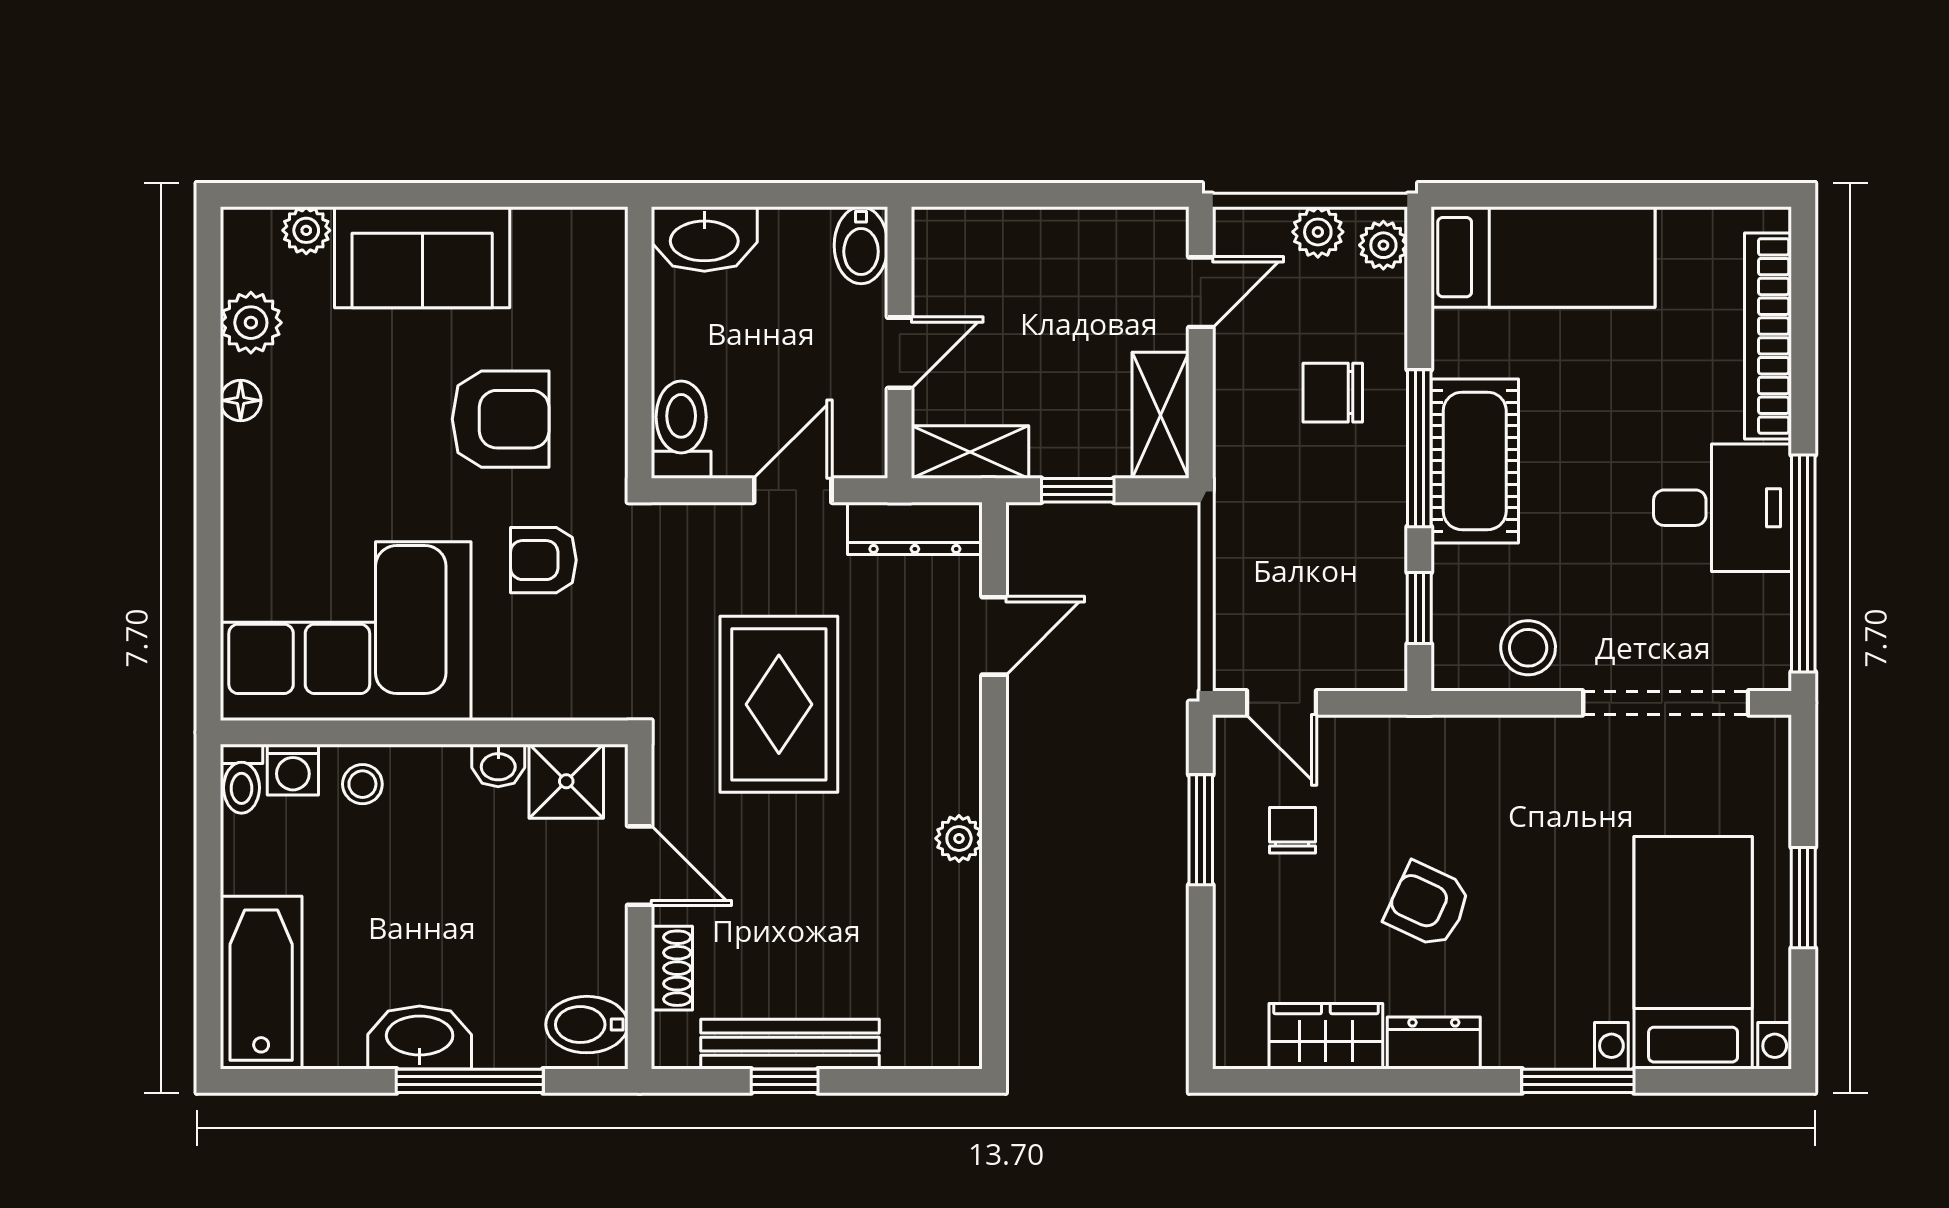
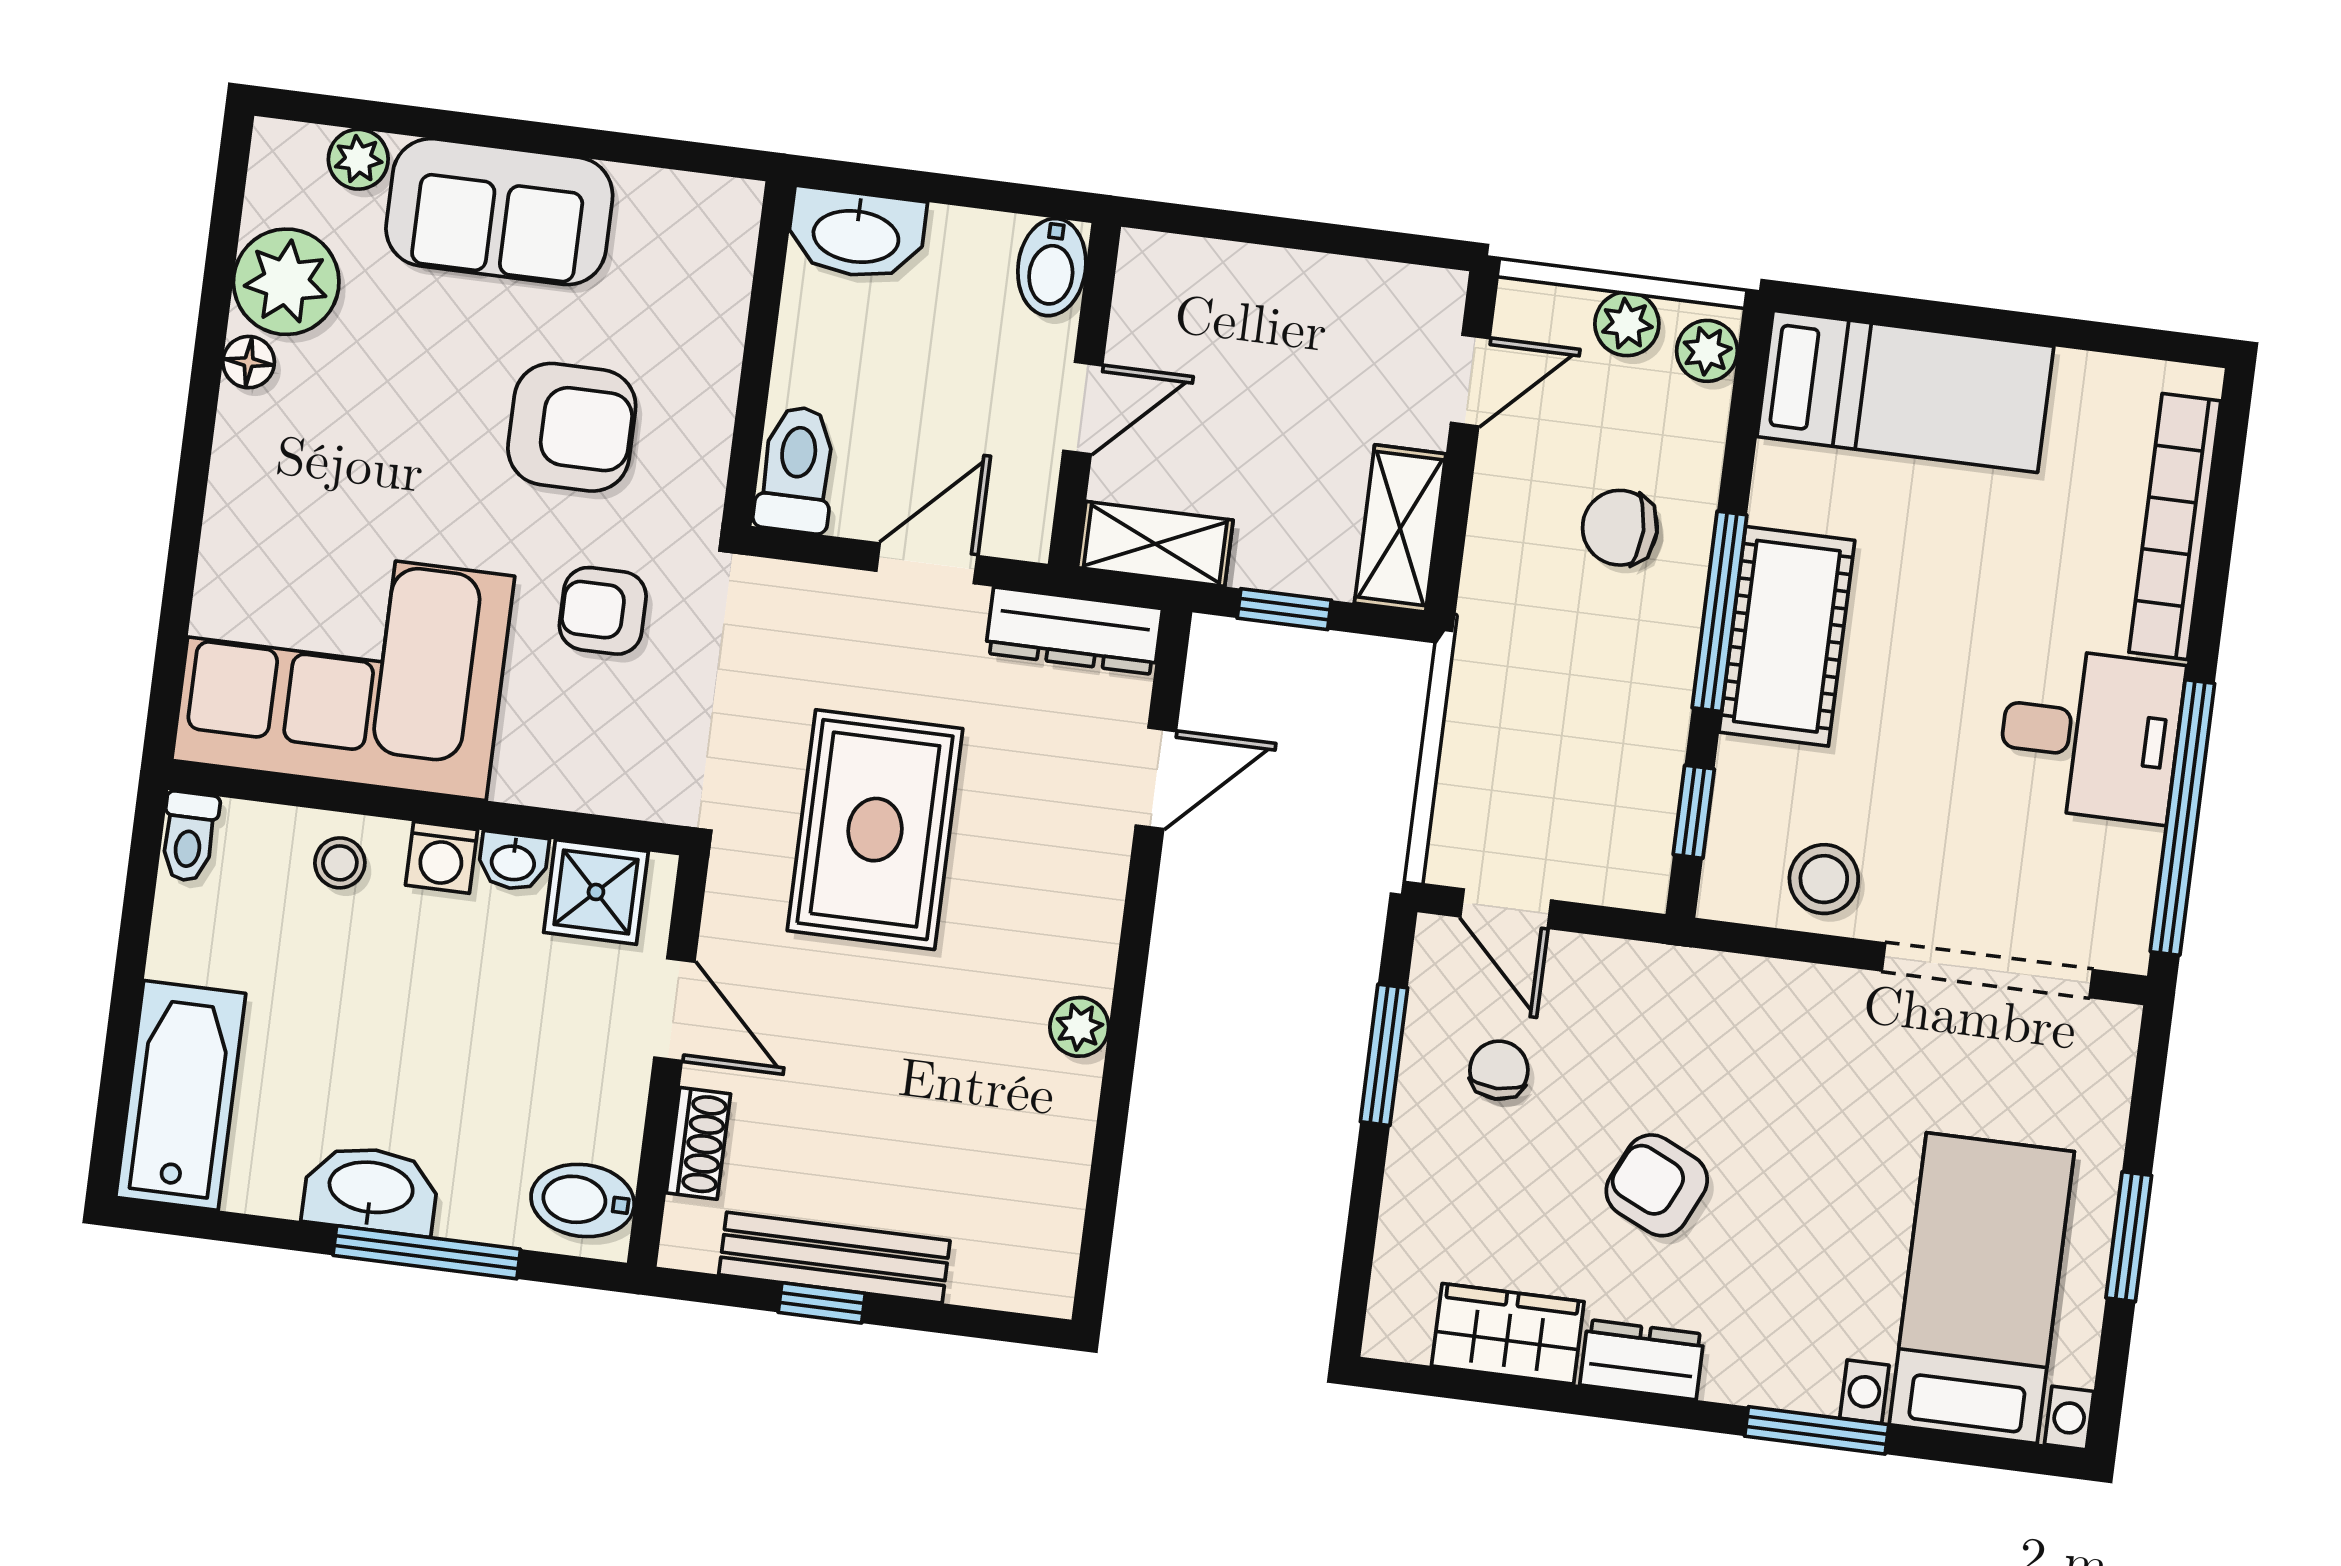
plant: (251, 323) -> (286, 282), width x1.36, depth x1.36
washing machine: (293, 770) -> (441, 857), moved

